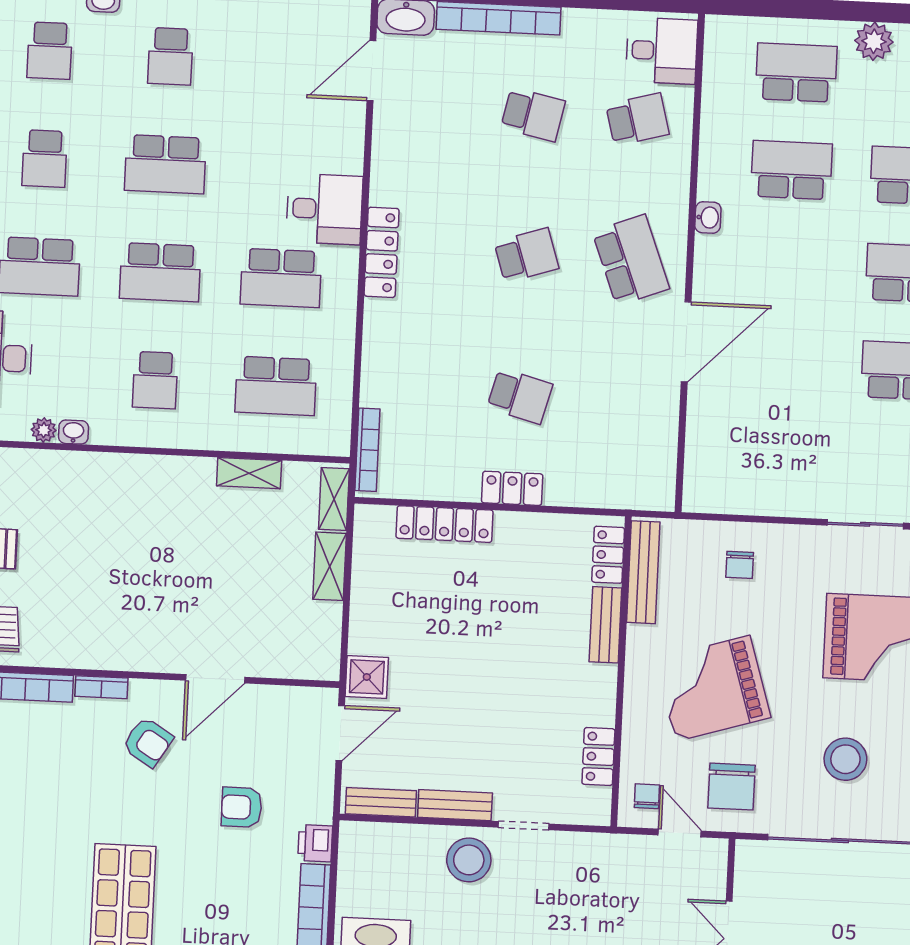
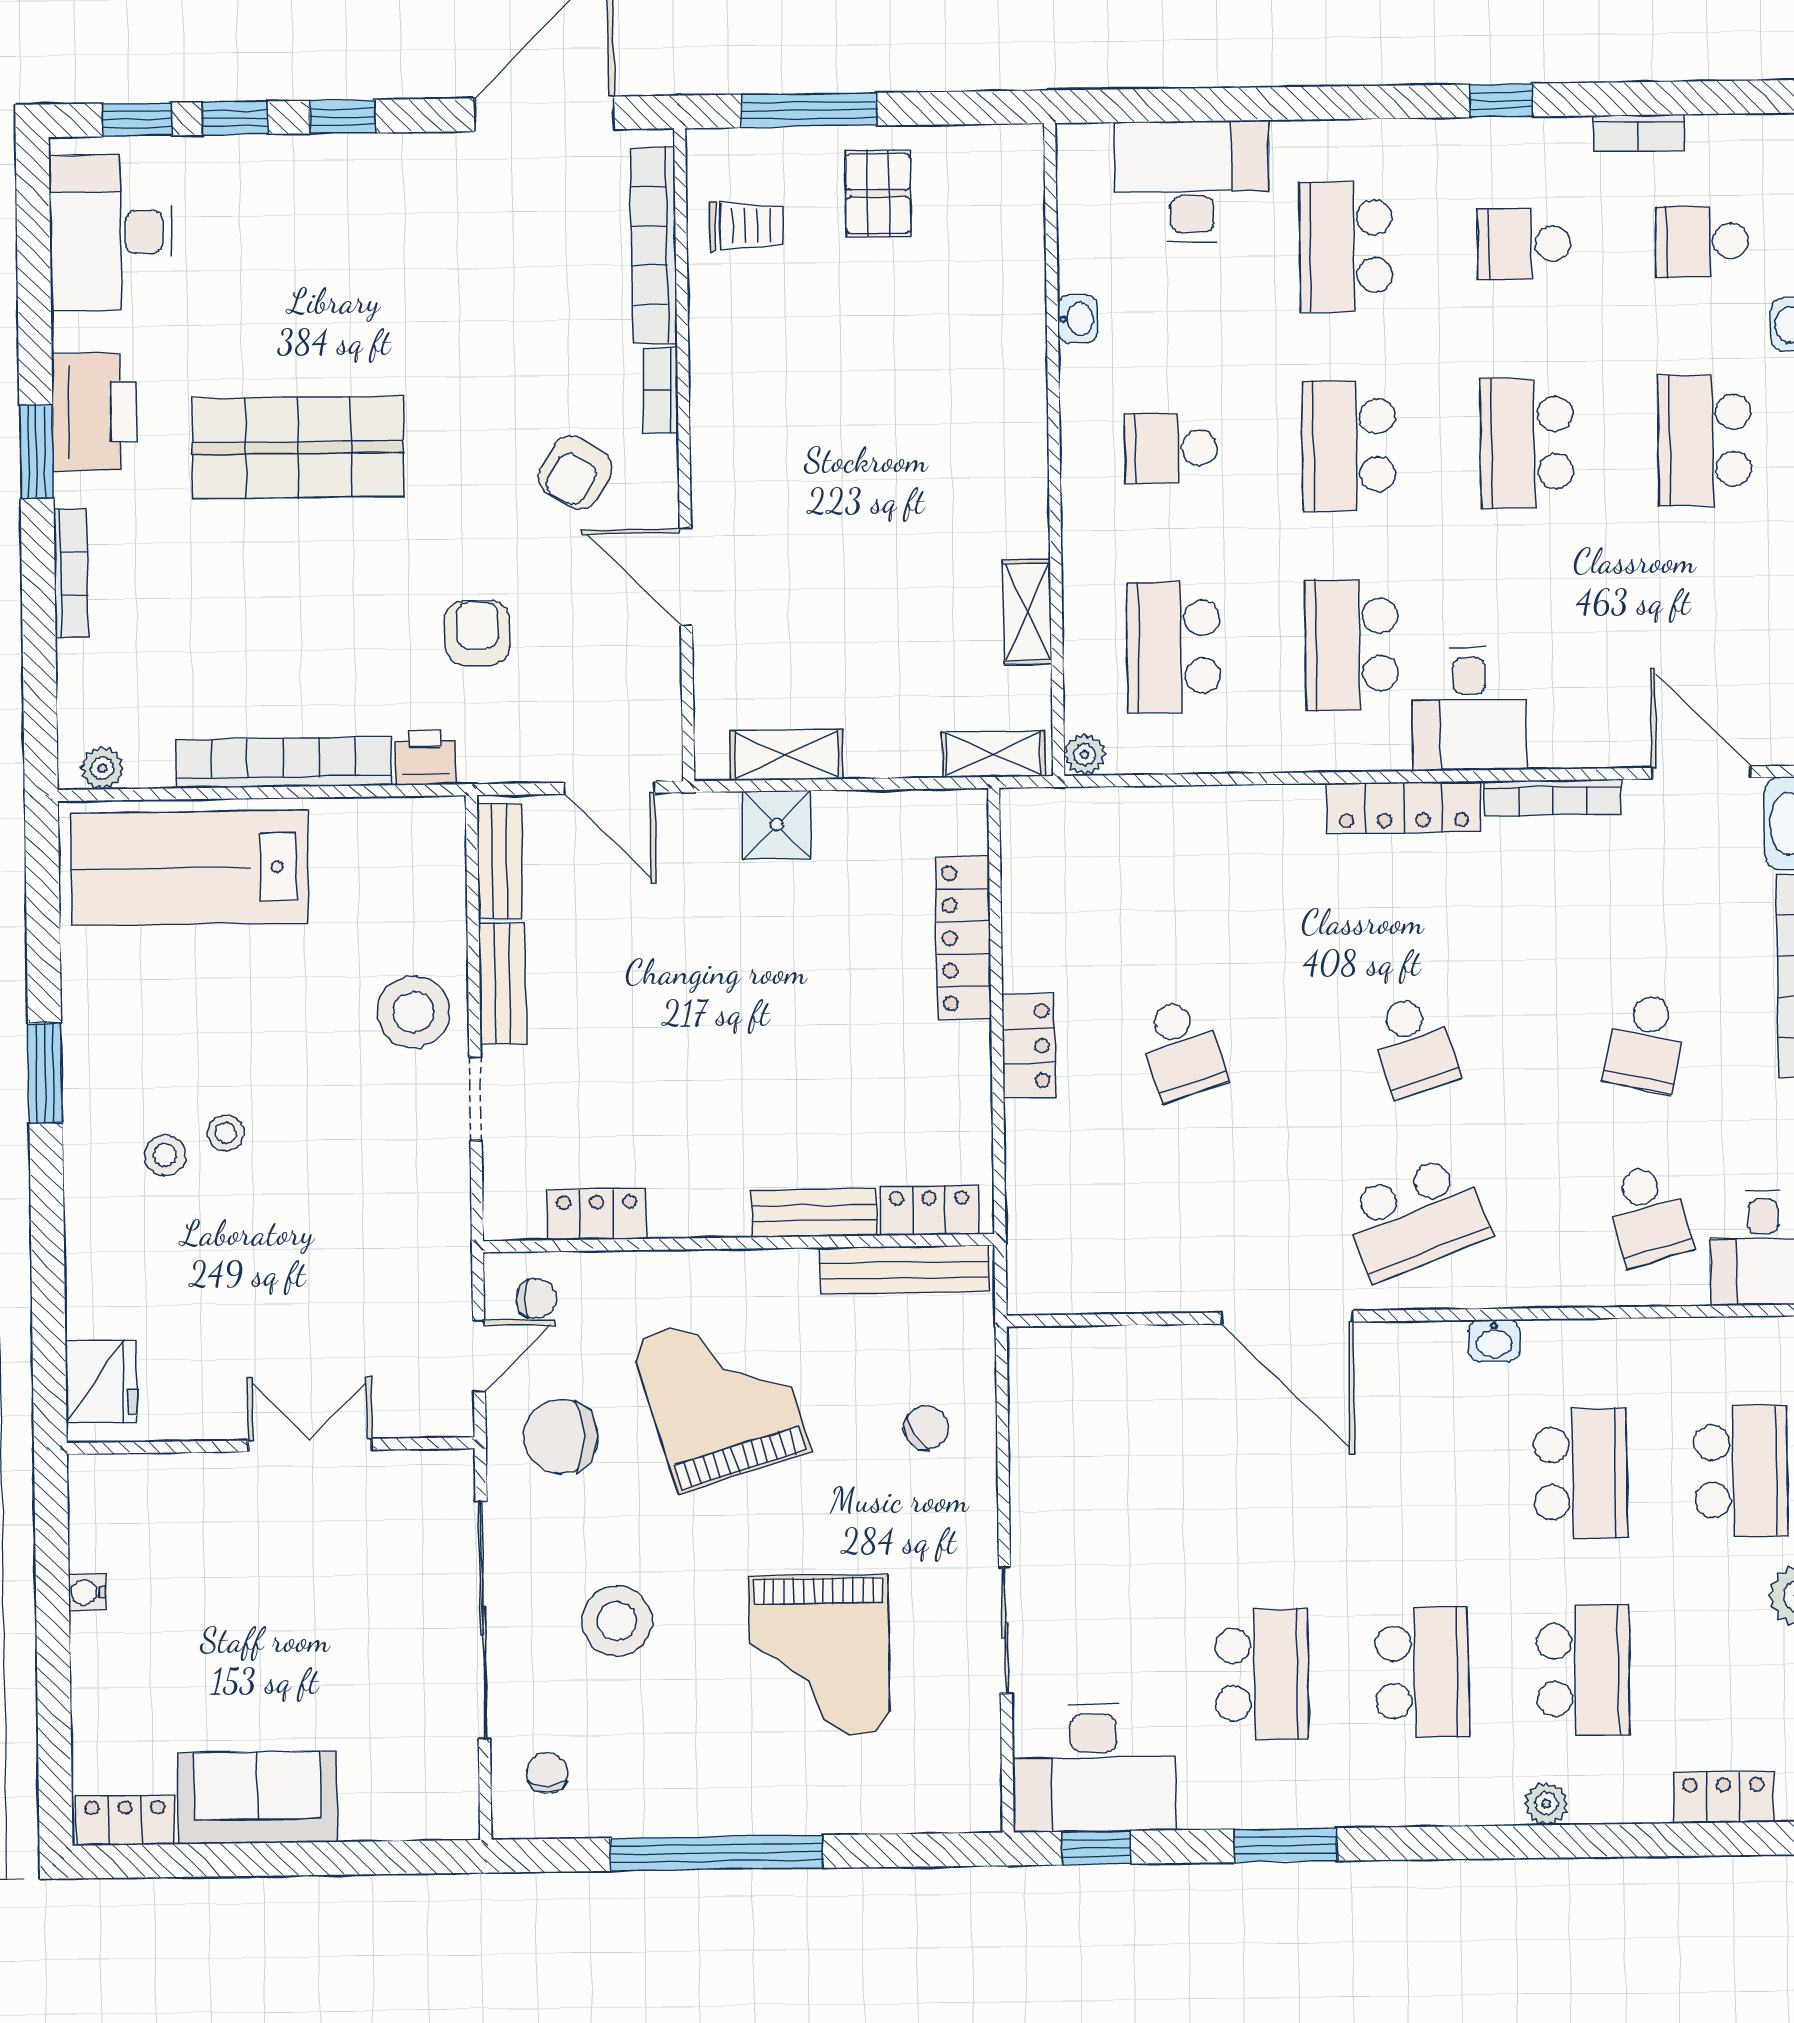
school desk: (170, 56) -> (1705, 440), width x1.85
school desk: (520, 396) -> (1181, 1049), turned -33
plant: (44, 430) -> (1084, 754), moved
bookcase: (367, 450) -> (1553, 797), moved
chair: (740, 565) -> (926, 1428), turned 150
shelving: (330, 566) -> (786, 755), moved
shower: (367, 677) -> (777, 825), moved

